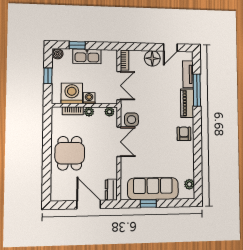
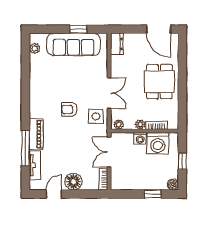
kitchen sink: (87, 56) -> (142, 182), removed
armchair: (184, 134) -> (69, 109), moved, turned 90
double door: (119, 142) -> (109, 93), swing flipped
door: (89, 205) -> (159, 29), moved

